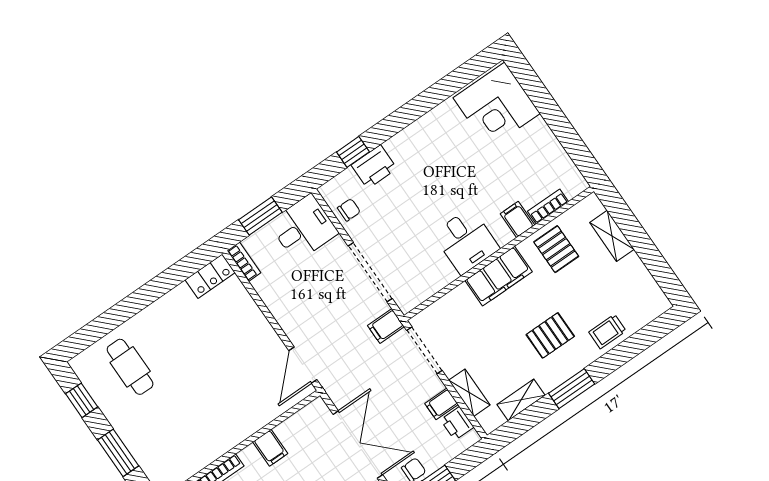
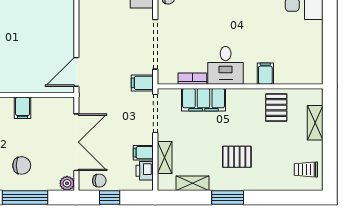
bookcase: (548, 206) -> (192, 79), moved
filing cabinet: (499, 276) -> (204, 100), moved
trolley: (607, 331) -> (306, 169), moved

